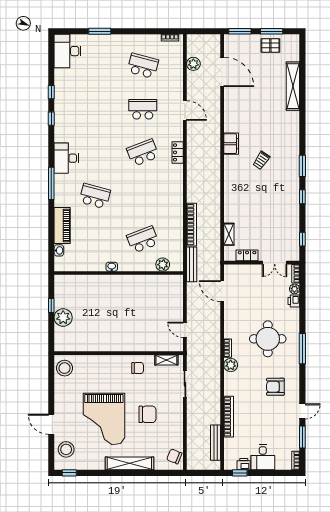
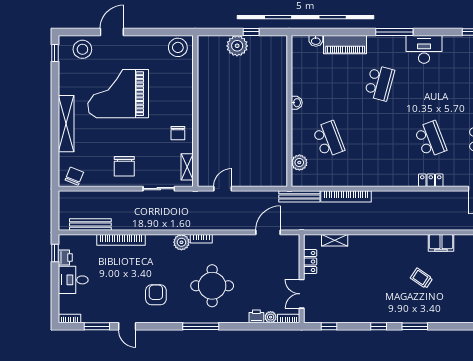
chair: (147, 414) -> (124, 166), moved

